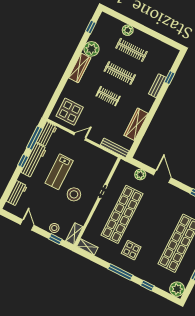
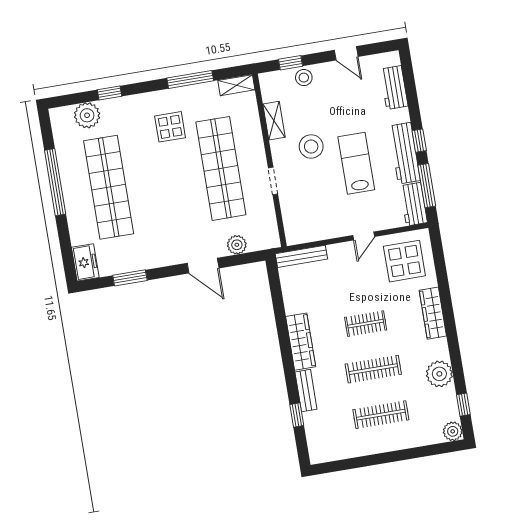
plant: (128, 30) -> (453, 431), moved
wardrobe: (80, 68) -> (433, 313), moved
wardrobe: (136, 124) -> (301, 342), moved
shelving: (74, 234) -> (274, 121), moved
window: (120, 272) -> (190, 79), moved
plant: (177, 289) -> (87, 115), moved

